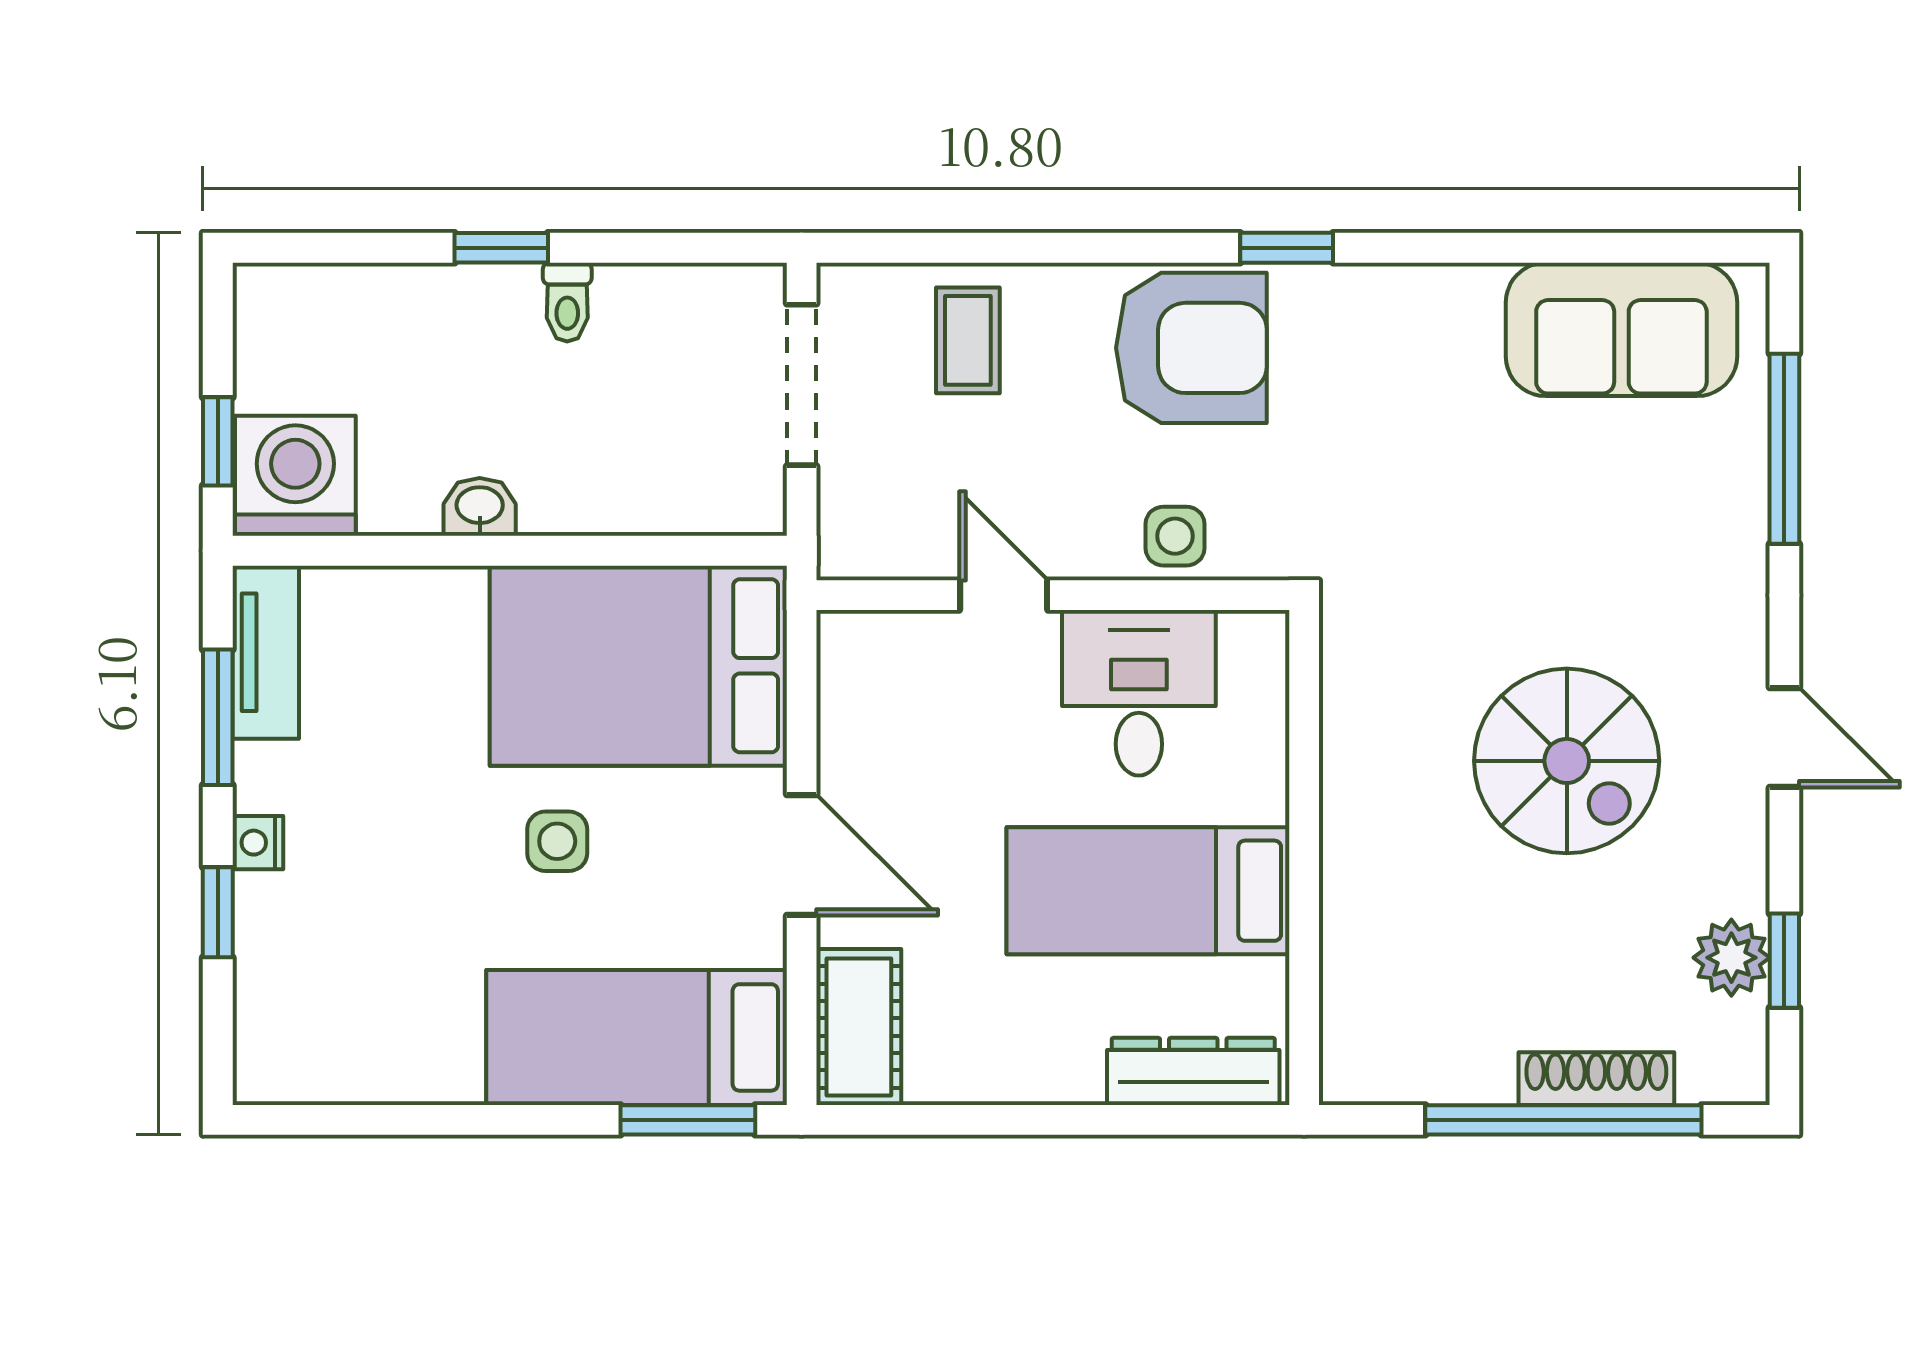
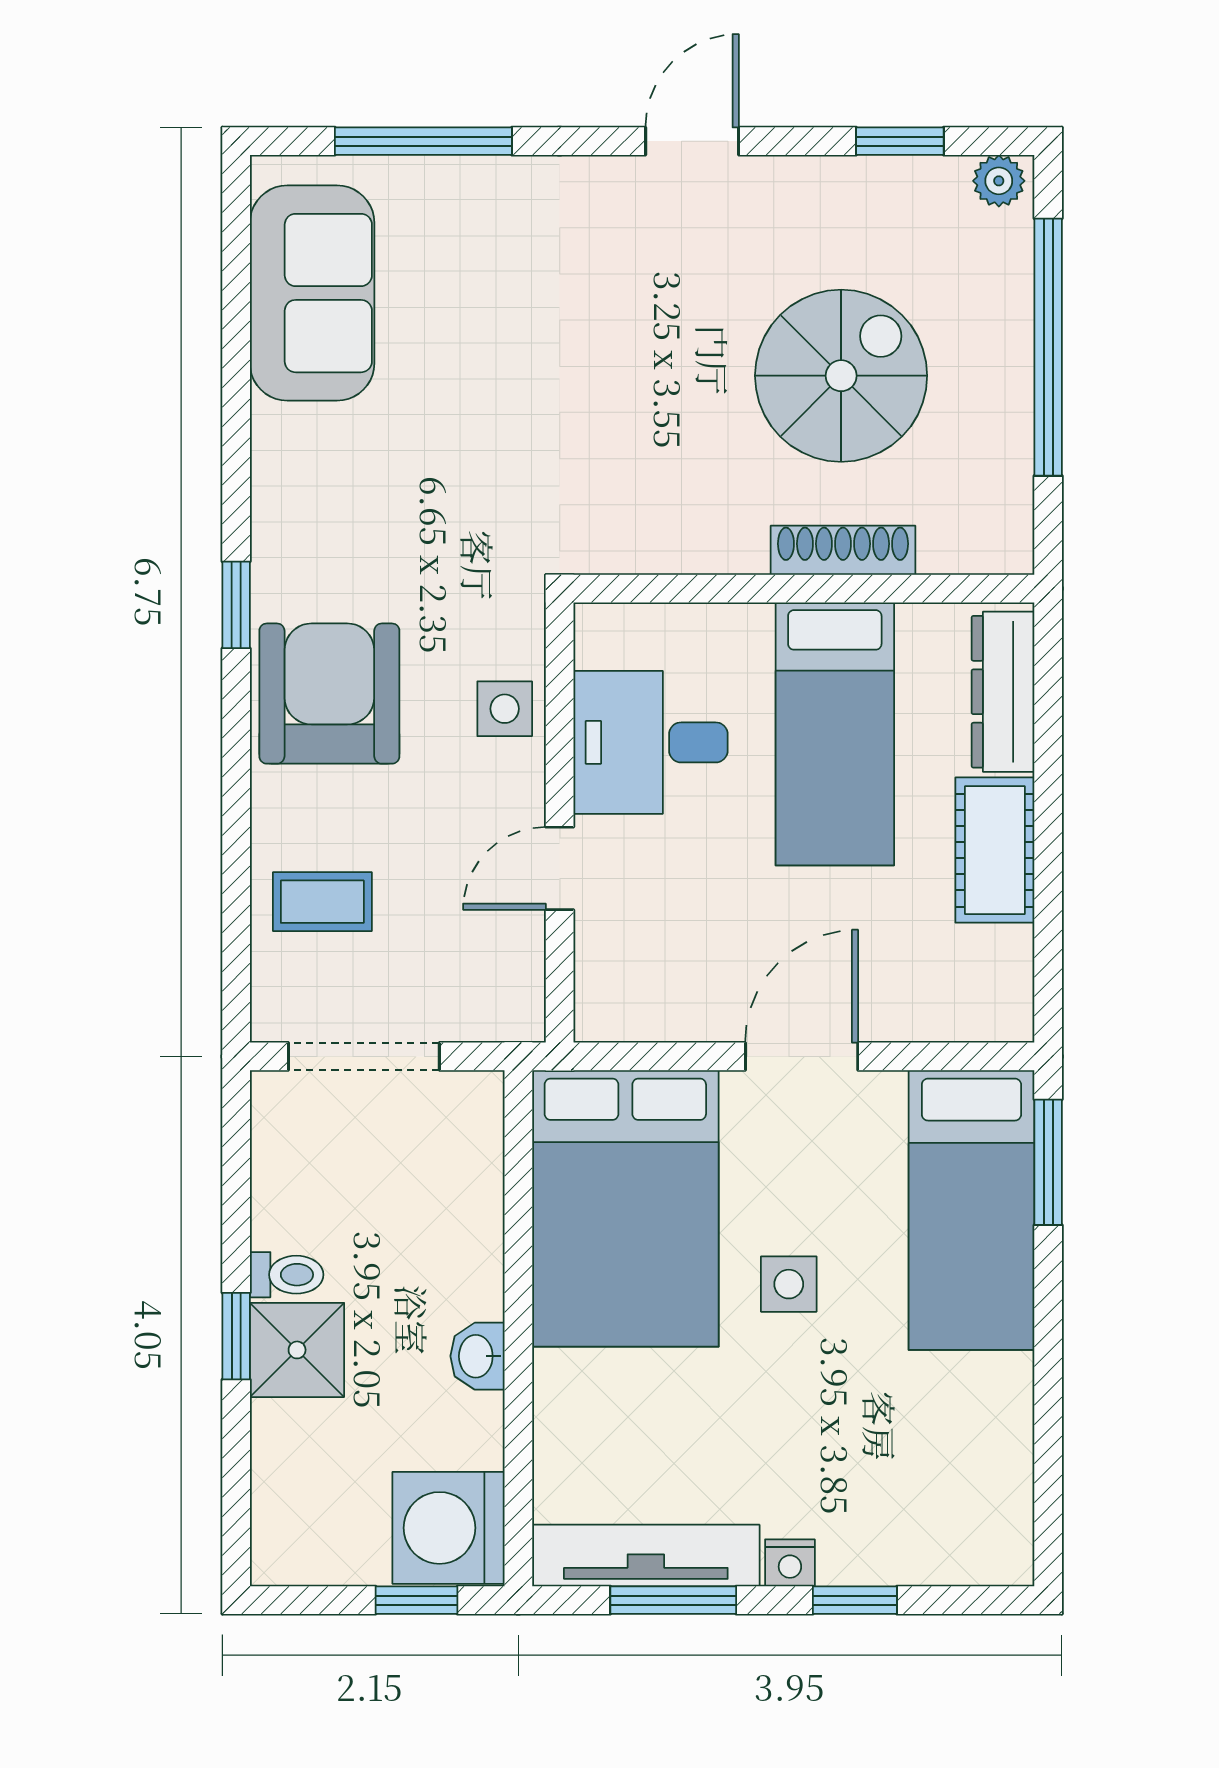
shower: (486, 313) -> (297, 1350), added
tv unit: (266, 652) -> (646, 1556), width x1.41
spiral stairs: (1567, 761) -> (841, 376), moved
plant: (1731, 958) -> (999, 181), moved, width x0.73, depth x0.73
cot: (859, 1027) -> (995, 850), moved, turned 90
shoe rack: (1596, 1079) -> (843, 550), moved, turned 90

